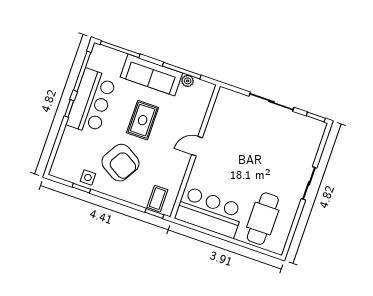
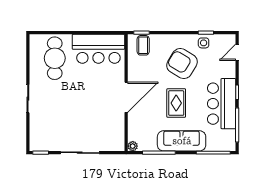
plant: (188, 81) -> (133, 146), moved
door: (197, 146) -> (126, 97), width x1.88
door: (53, 154) -> (237, 52), added

